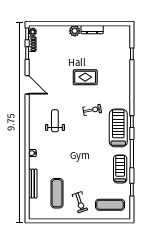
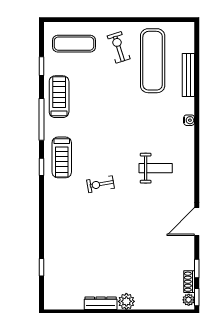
rug: (85, 77) -> (111, 233), removed
door: (27, 85) -> (197, 222), hinge flipped
weight bench: (55, 121) -> (156, 168), turned -90
treadmill: (118, 128) -> (62, 157), width x0.73, depth x0.73
treadmill: (120, 169) -> (59, 97), turned 180
exercise mat: (57, 193) -> (153, 61), width x1.36, depth x1.45

